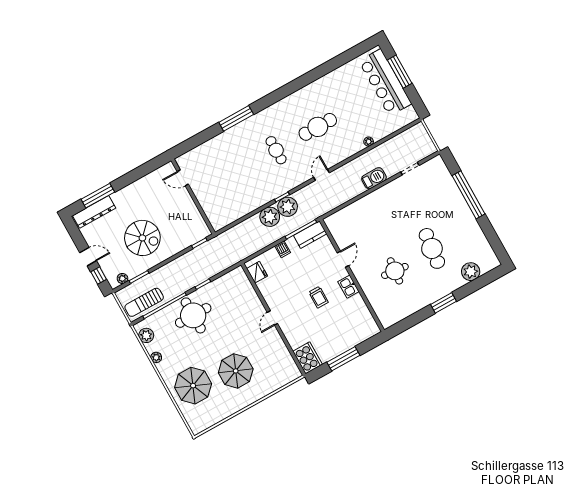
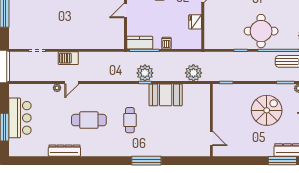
dresser: (325, 82) -> (64, 151), added
bar counter: (385, 82) -> (20, 118), width x0.73
door: (322, 175) -> (72, 83), moved
booth: (254, 196) -> (166, 95), added
plant: (270, 217) -> (193, 73), moved
spiral stairs: (142, 238) -> (267, 110), turned 90
fridge: (257, 272) -> (195, 22), moved

